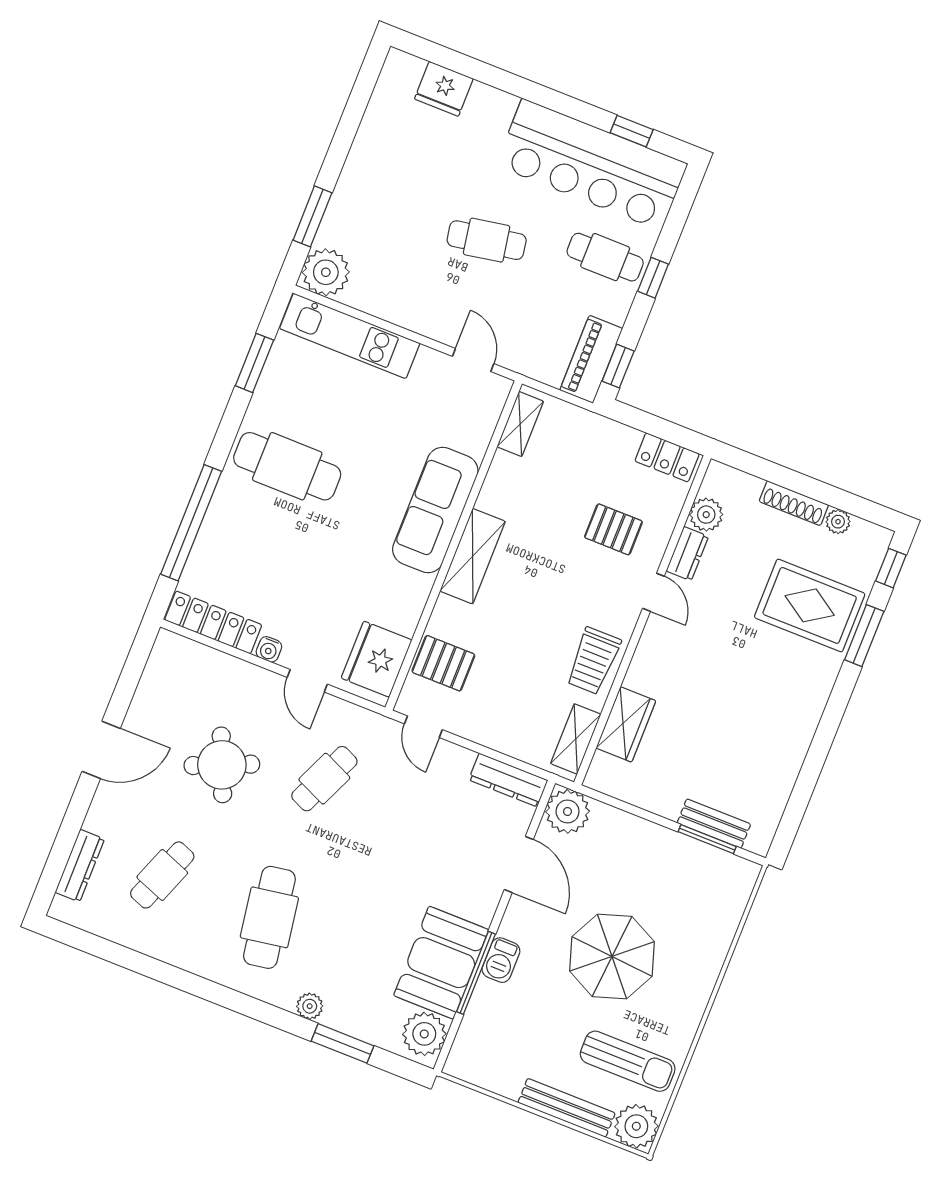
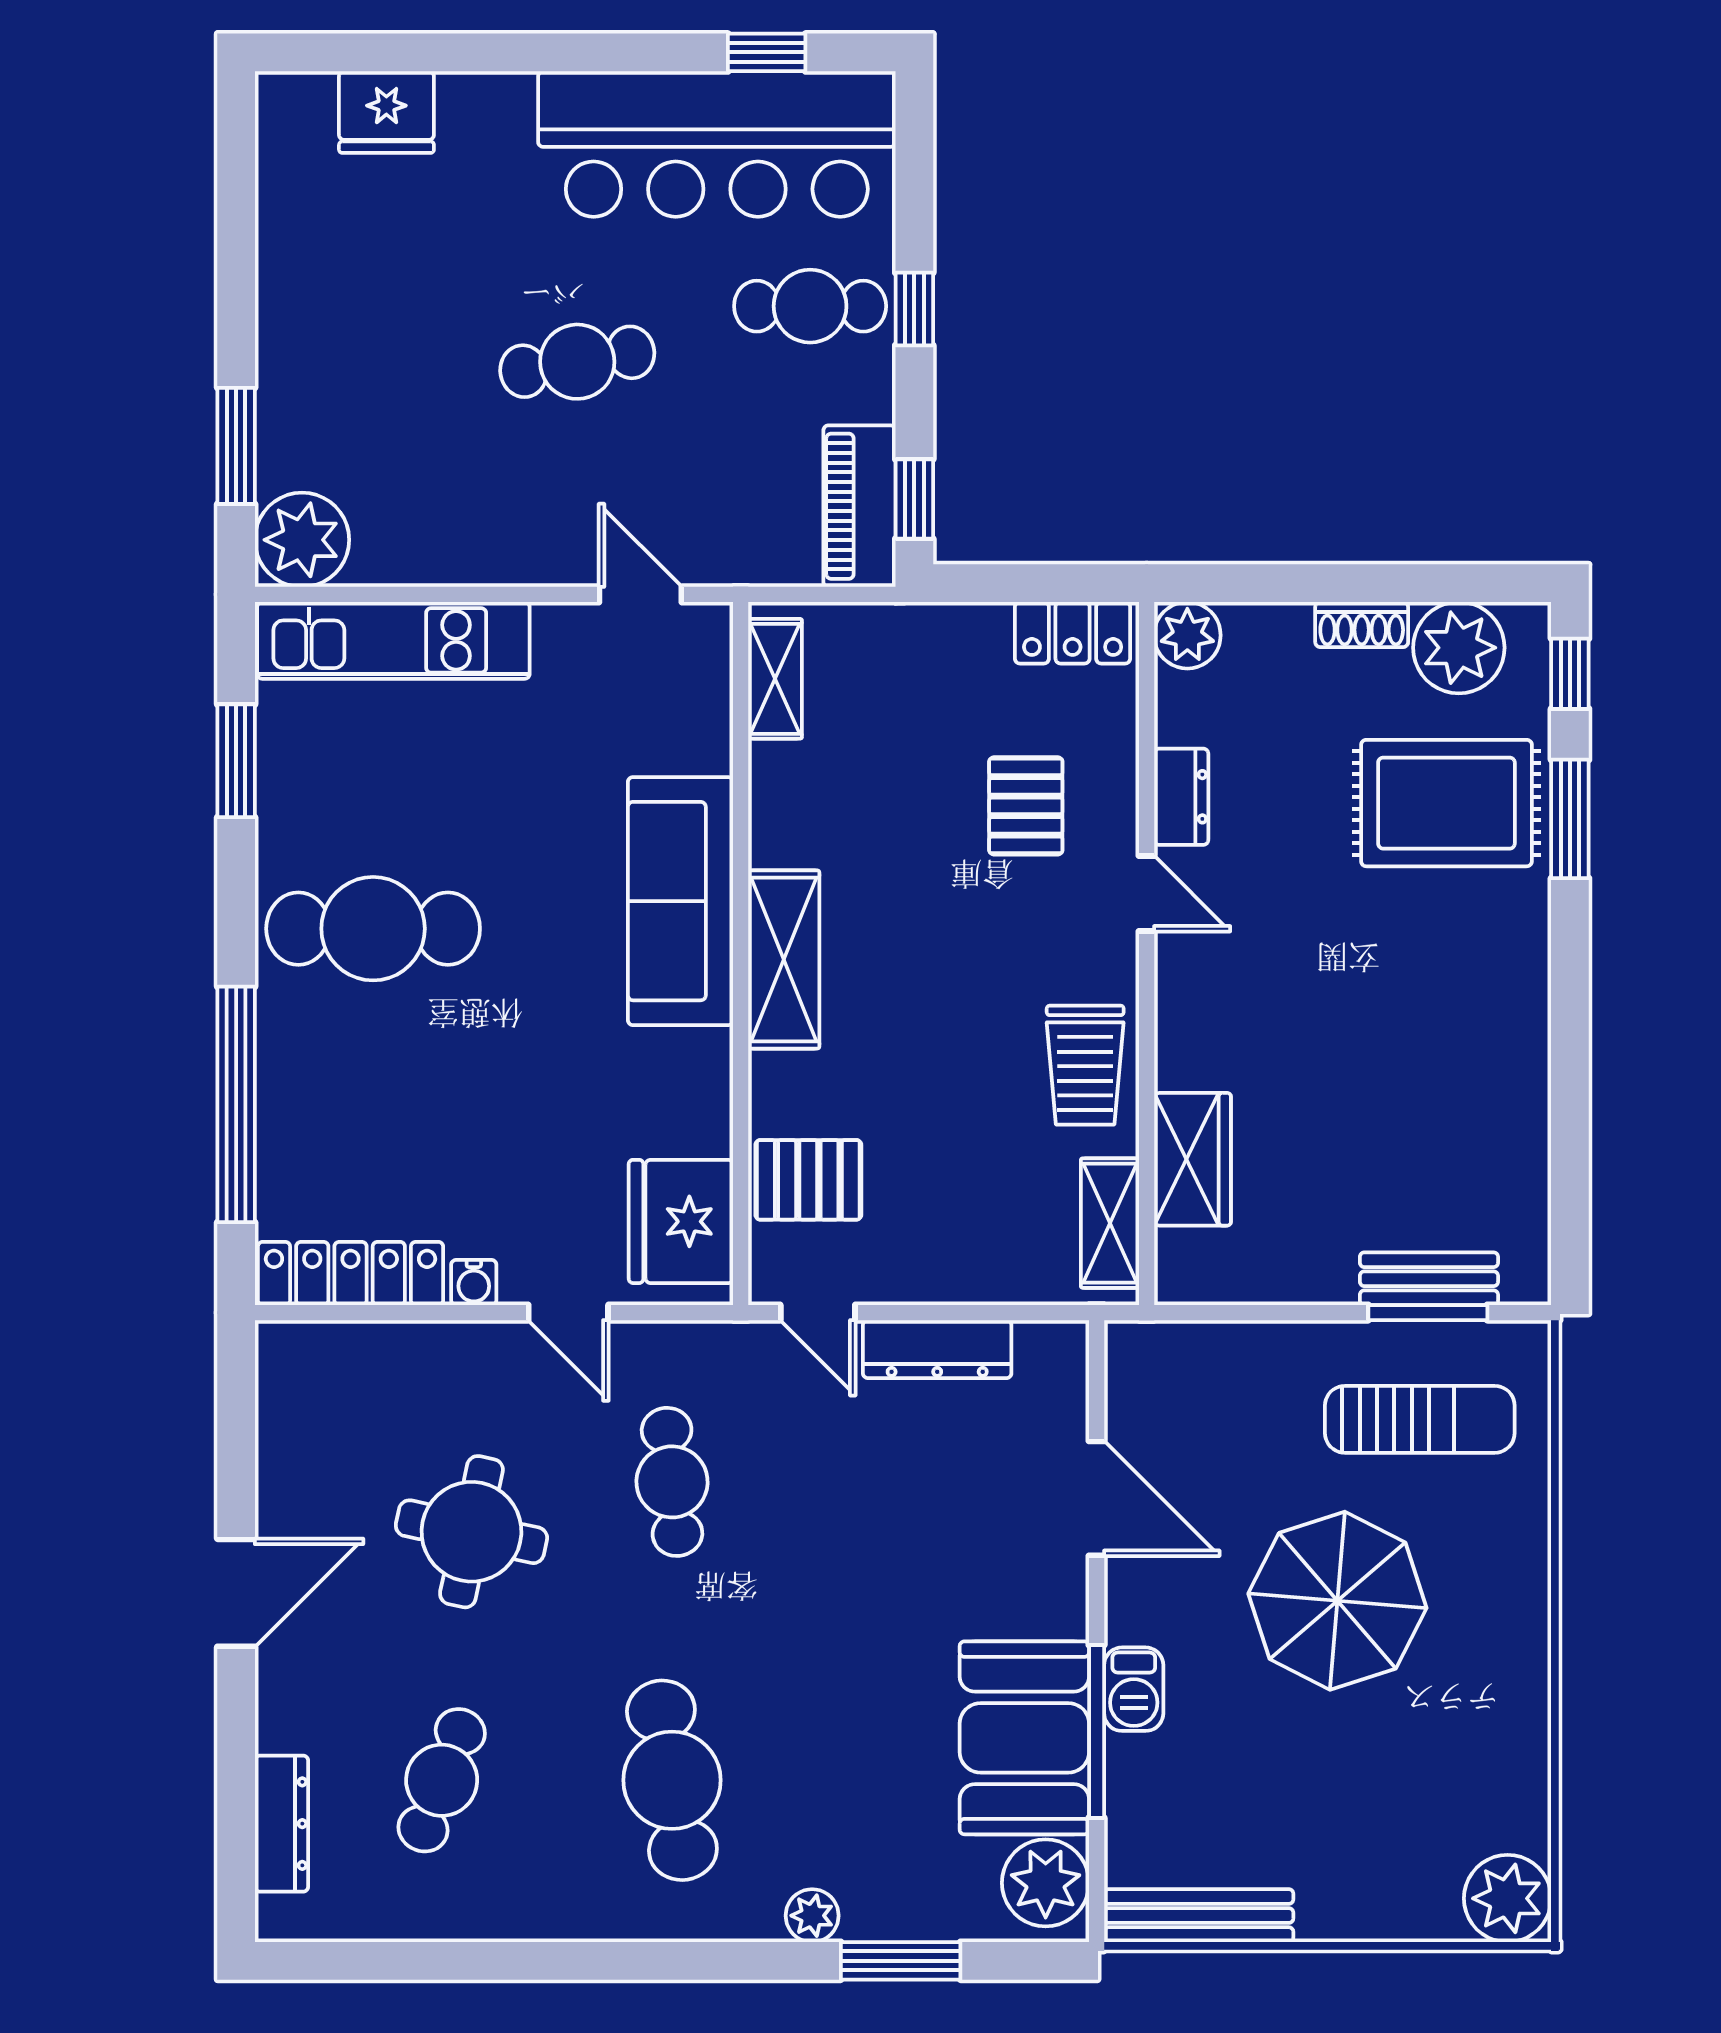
shoe rack: (794, 503) -> (1362, 625), width x0.70
plant: (706, 515) -> (1187, 635), moved
plant: (838, 522) -> (1459, 648), width x1.88, depth x1.88
pallet: (613, 529) -> (1026, 806), turned 90
round table: (222, 765) -> (471, 1532), turned 35
cafe table: (324, 779) -> (672, 1482), turned -30
dresser: (508, 780) -> (937, 1349), moved
plant: (568, 811) -> (1148, 1364), removed
sun lounger: (628, 1061) -> (1420, 1419), moved
bench: (567, 1108) -> (1199, 1916), moved

